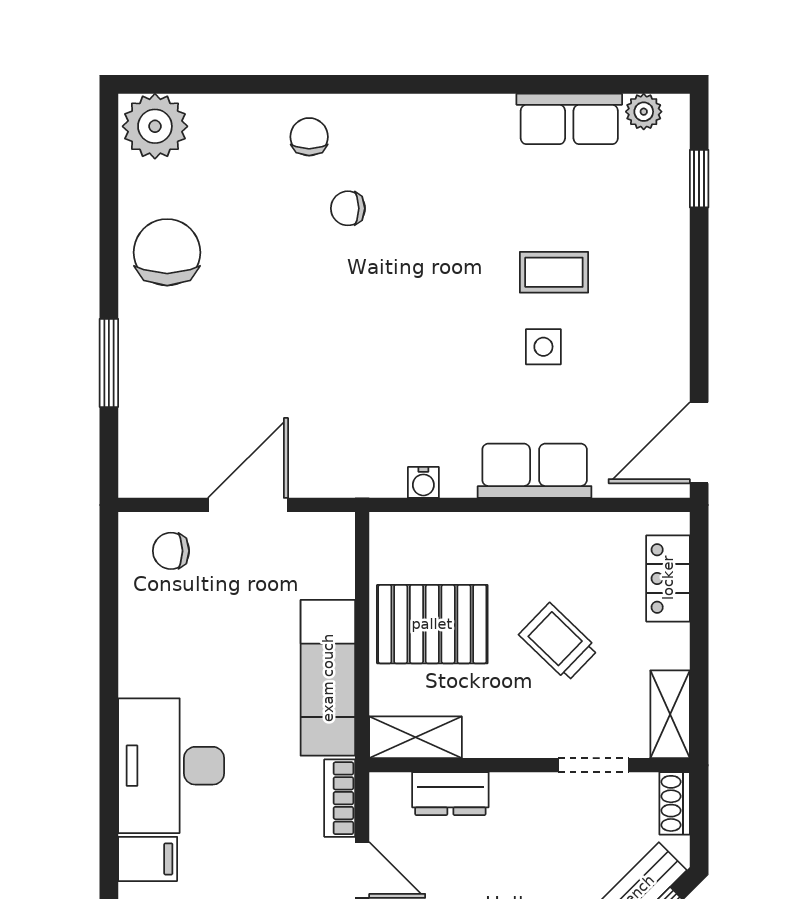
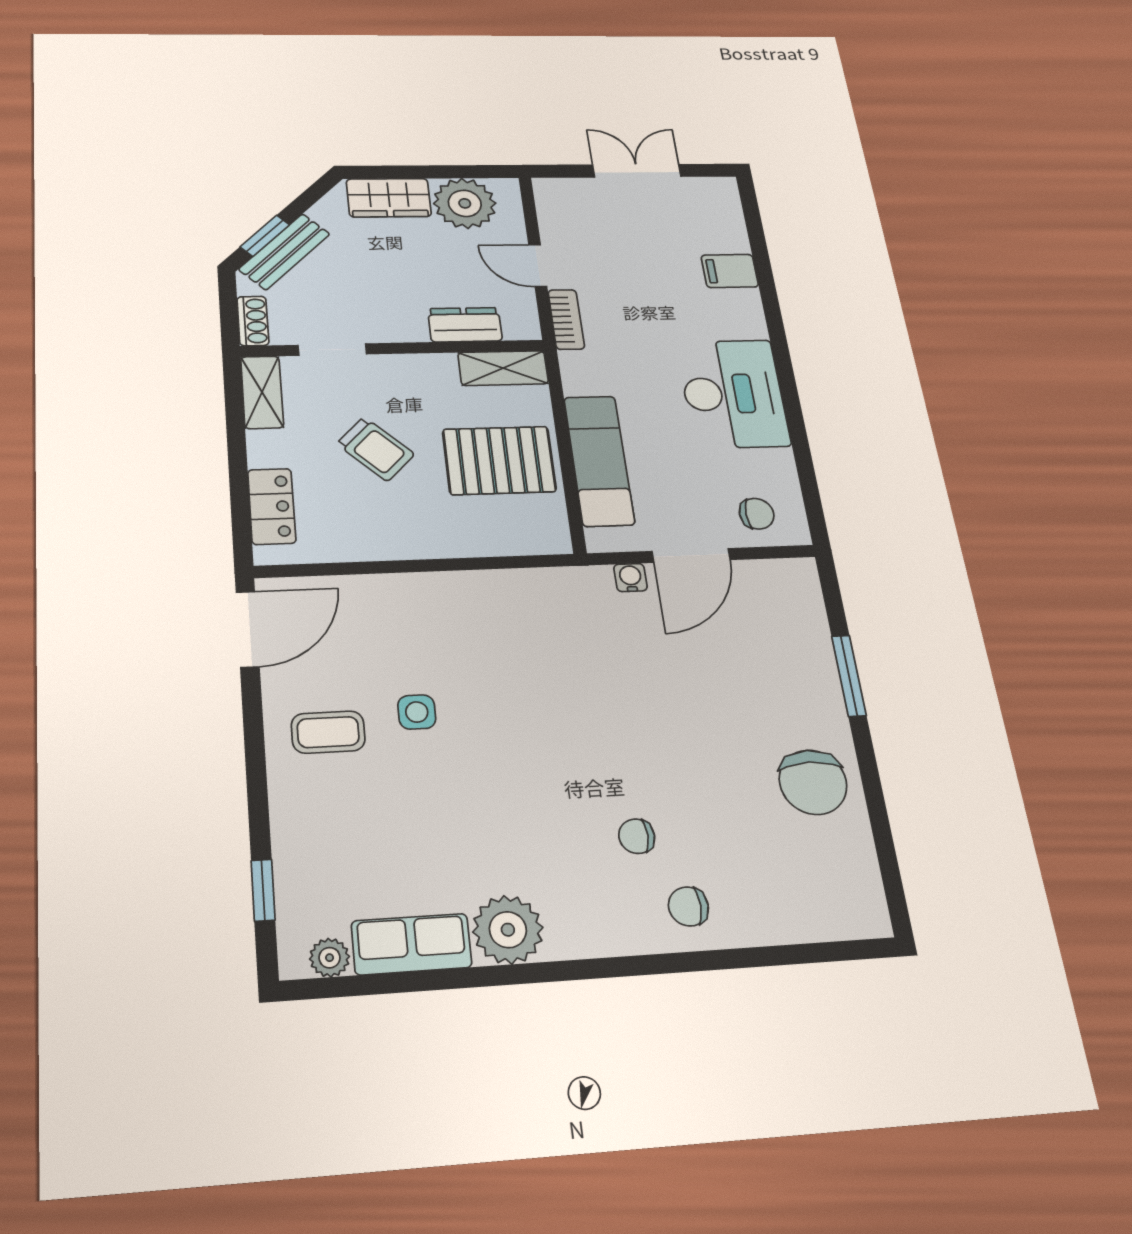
plant: (155, 126) -> (508, 930), moved
chair: (309, 137) -> (688, 906), turned 90
chair: (348, 208) -> (637, 836), turned 180
coffee table: (554, 272) -> (328, 732), moved
row of seats: (535, 471) -> (414, 597), removed
water cooler: (423, 482) -> (630, 578), moved
exam couch: (328, 678) -> (599, 460), moved
desk: (171, 766) -> (733, 394), moved

